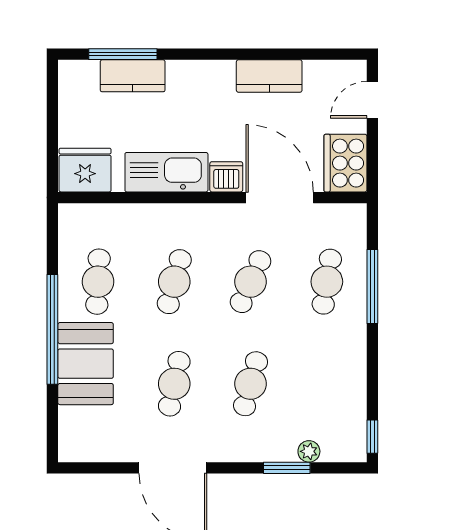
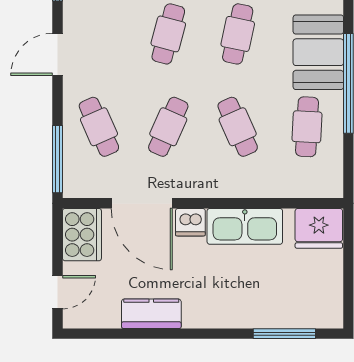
kitchen counter: (133, 76) -> (276, 314), removed
cafe table: (174, 282) -> (238, 127), turned -39
cafe table: (327, 282) -> (99, 127), turned -33
window: (372, 286) -> (58, 159), moved
door: (372, 361) -> (58, 54), added

